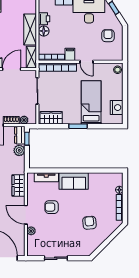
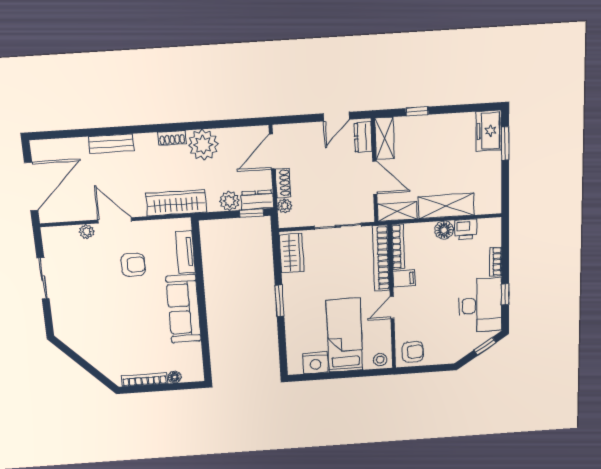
armchair: (108, 36) -> (413, 352), moved
bed: (91, 102) -> (345, 335), moved, turned -90
sofa: (74, 181) -> (184, 309), width x1.36
wardrobe: (18, 186) -> (176, 203), width x1.50
armchair: (52, 207) -> (133, 265), turned 90
door: (26, 215) -> (115, 220), hinge flipped
armchair: (89, 223) -> (112, 331), removed

